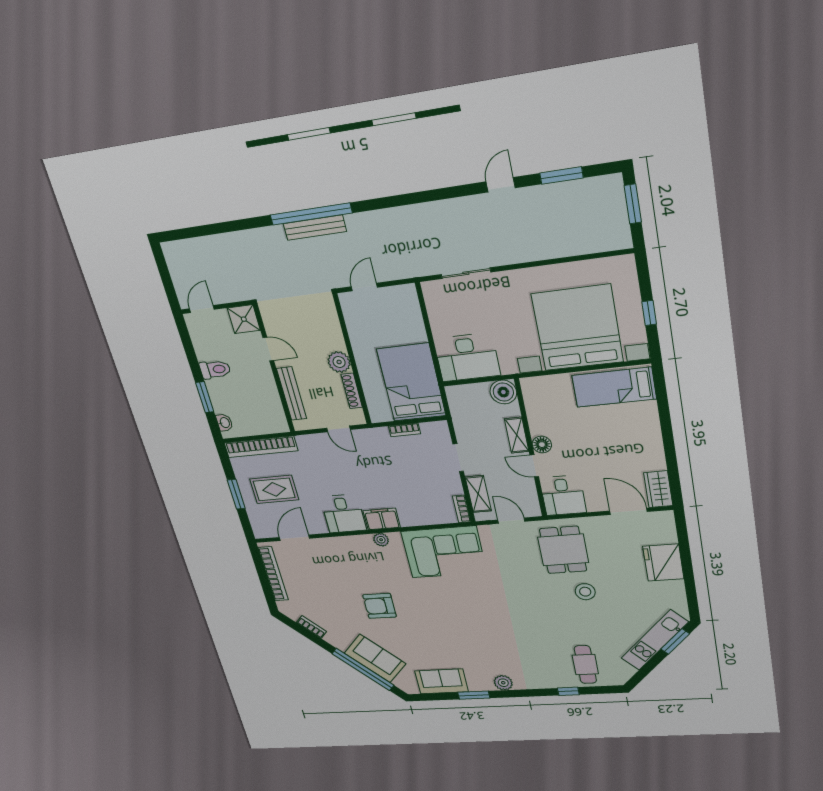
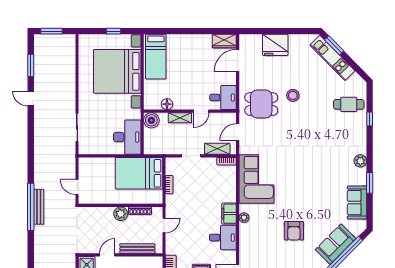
floor lamp: (542, 445) -> (167, 104), moved

